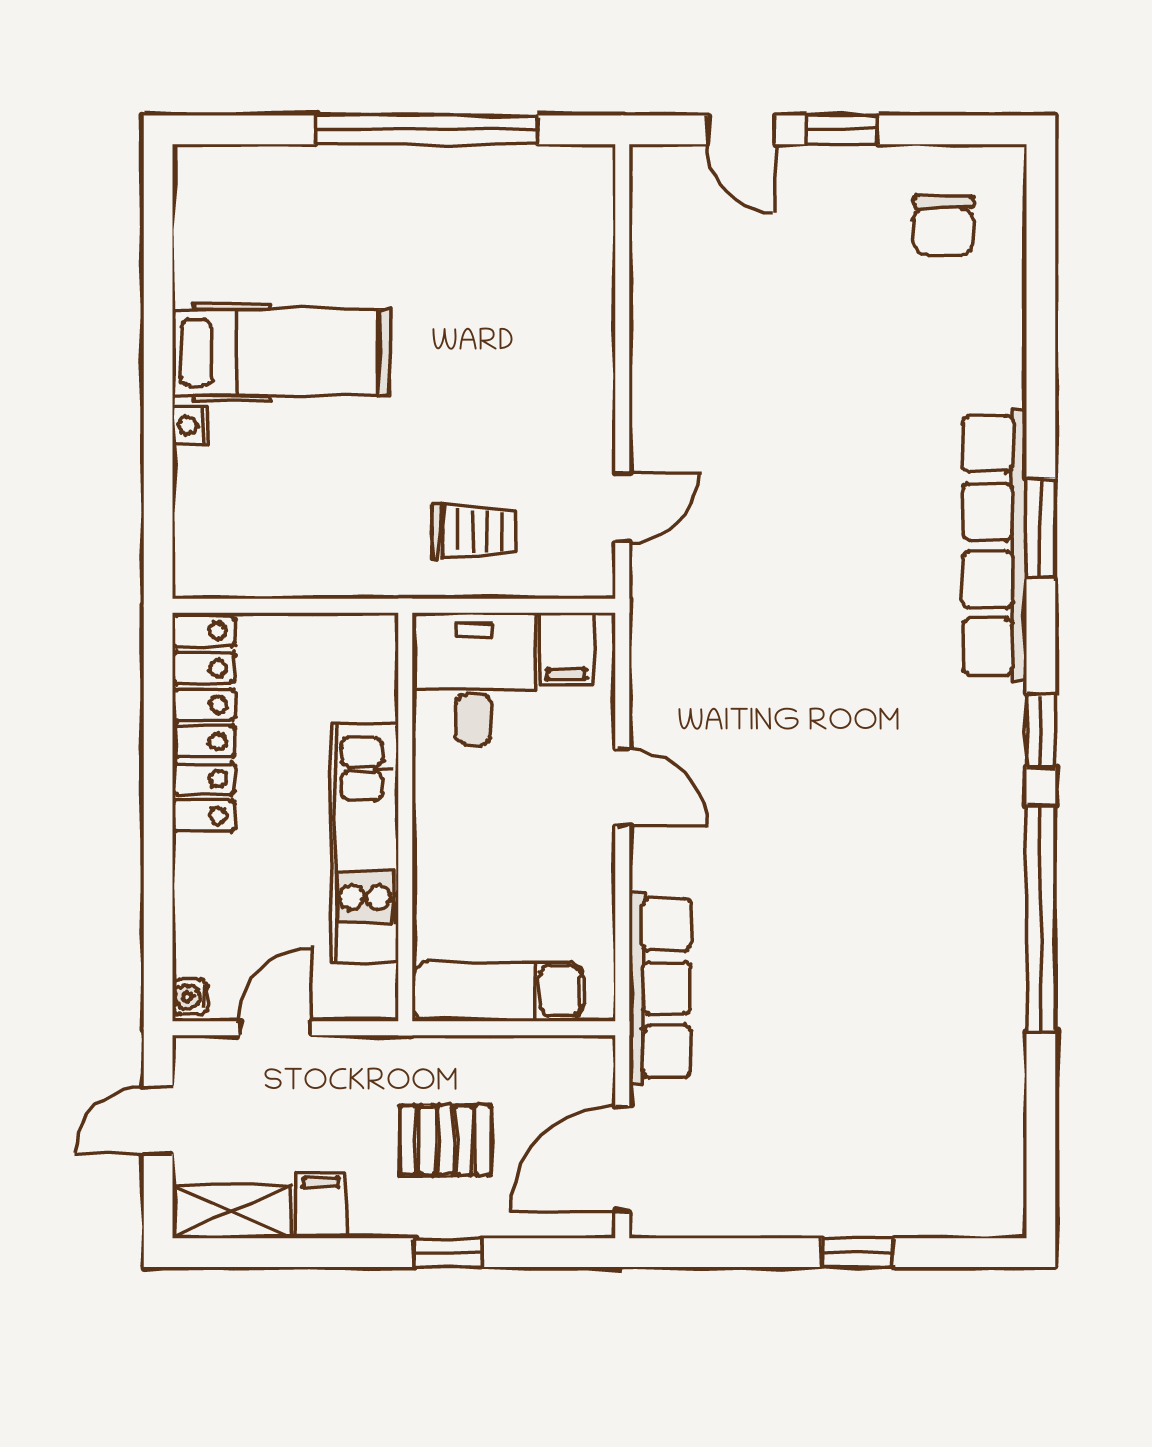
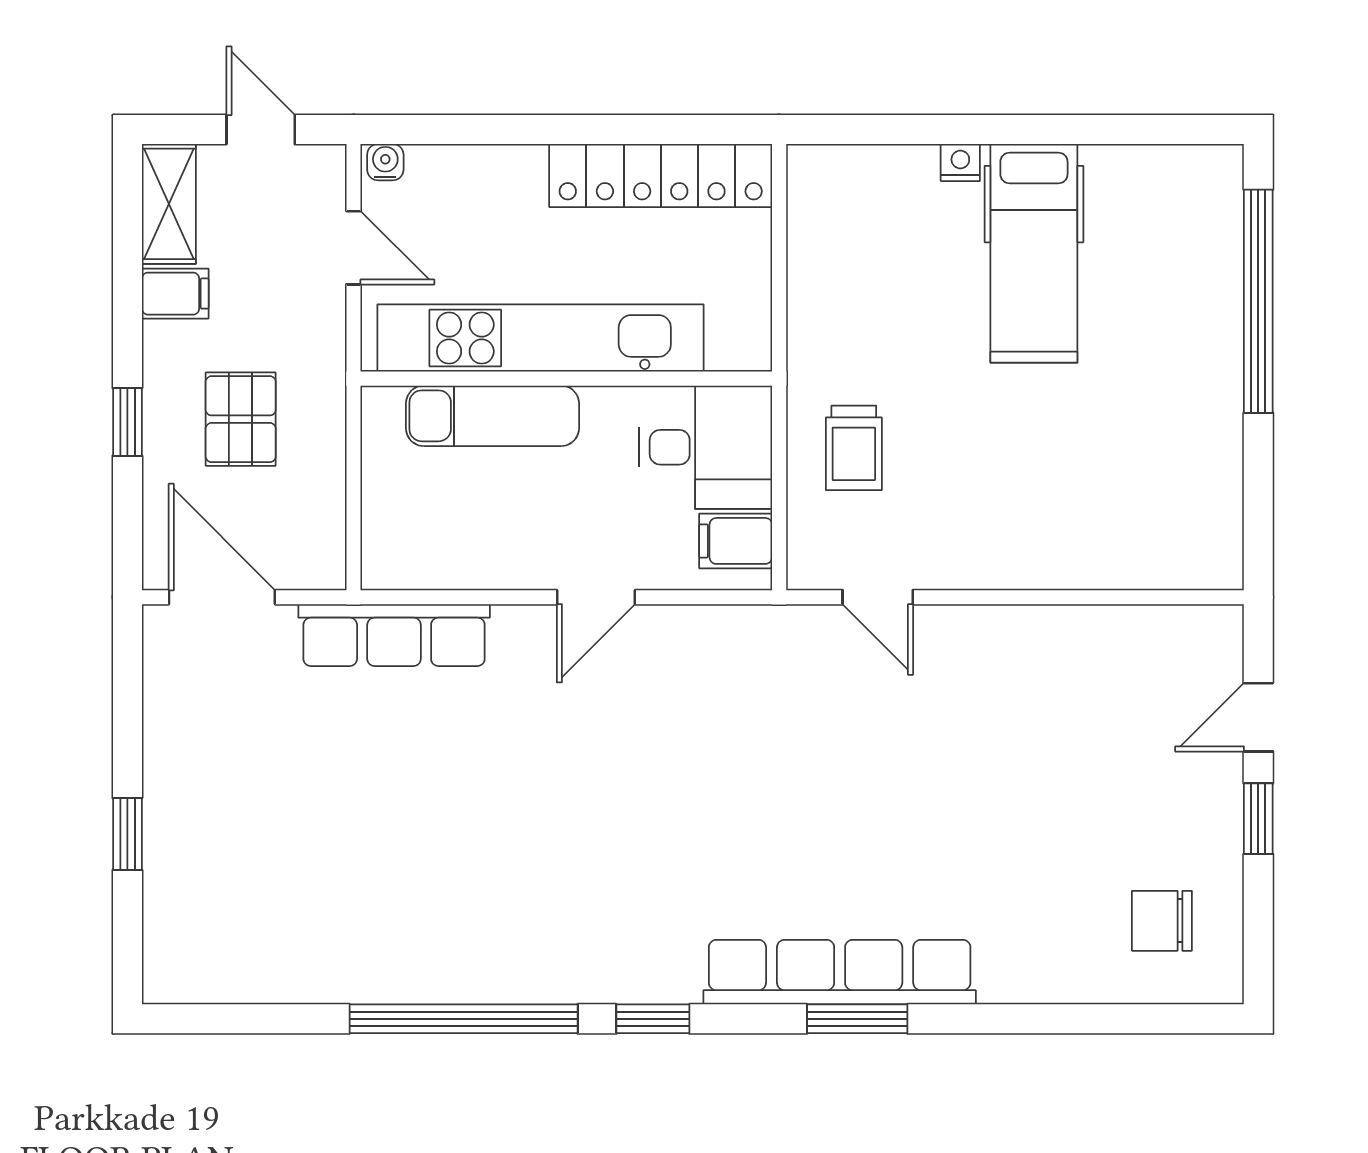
window: (426, 130) -> (1258, 301), moved
kitchen unit: (365, 843) -> (540, 338), width x1.36
exam couch: (498, 991) -> (492, 416), moved, turned 90

